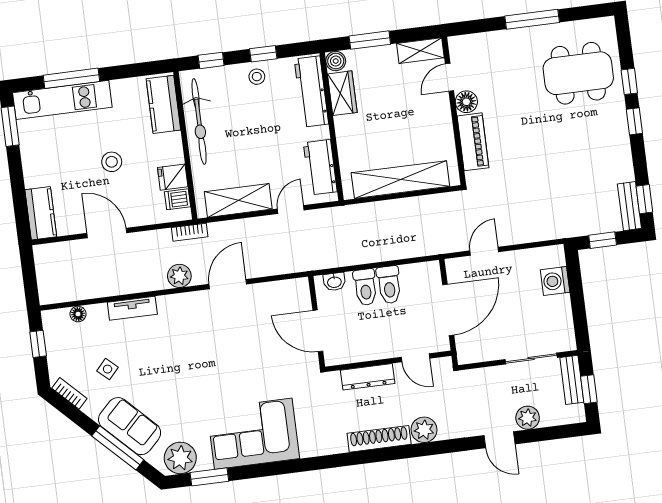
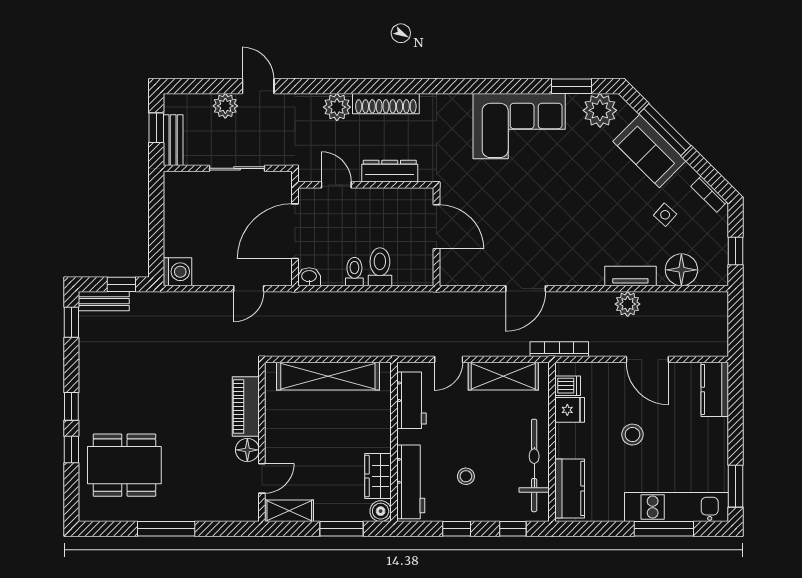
stool: (257, 77) -> (466, 476), moved
bench: (629, 206) -> (104, 301), moved, turned 90
bookcase: (190, 232) -> (559, 349), width x1.56
plant: (179, 276) -> (628, 304), moved
washing machine: (555, 281) -> (177, 272), moved
washbasin: (334, 282) -> (309, 277), moved
toilet: (389, 285) -> (354, 272), width x0.73, depth x0.72
floor lamp: (78, 314) -> (681, 270), width x1.89, depth x1.89
sliding door: (531, 358) -> (237, 168), moved

